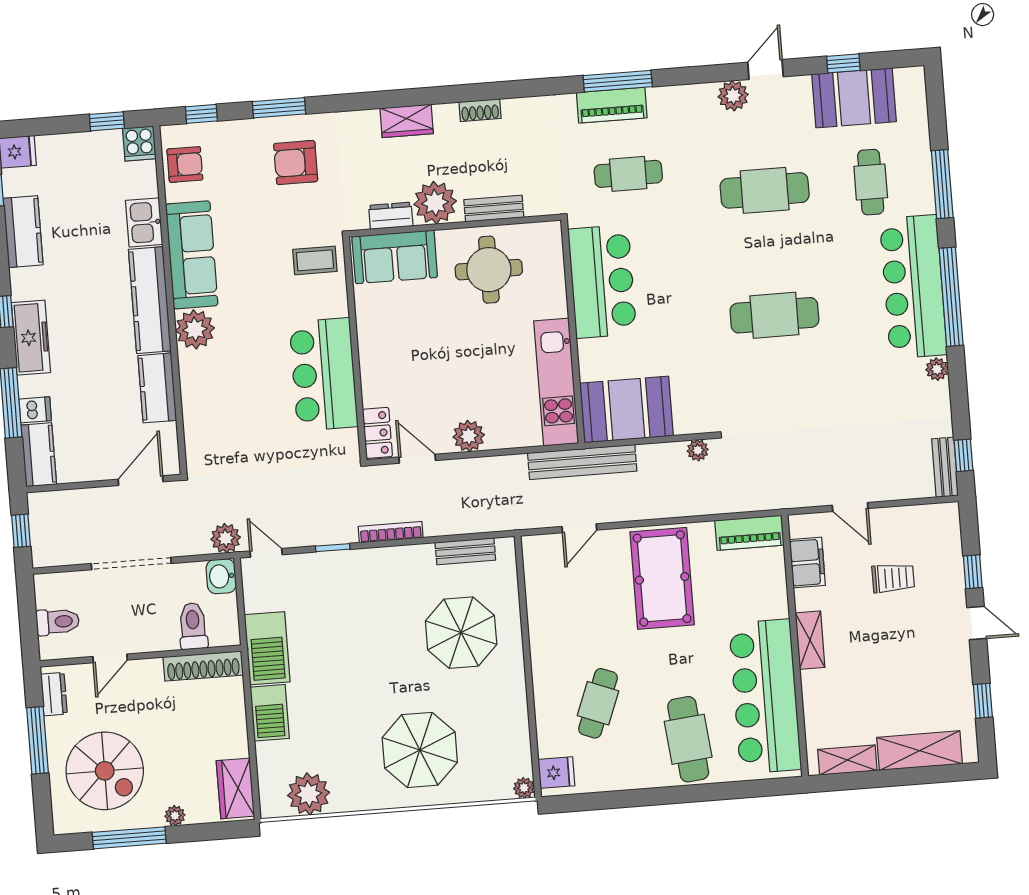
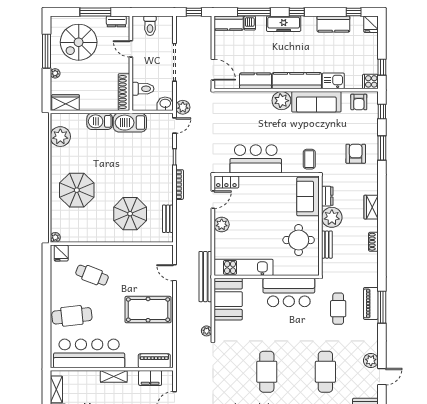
door: (765, 69) -> (382, 377), hinge flipped
piano: (749, 533) -> (154, 361), moved, turned 90

